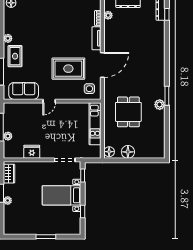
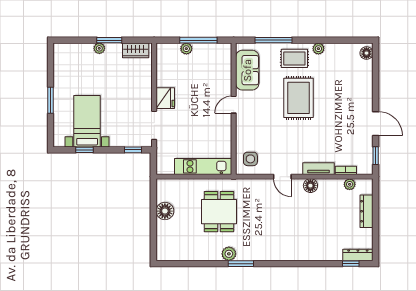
door: (102, 65) -> (282, 177), width x0.53
rug: (68, 69) -> (298, 98), moved
door: (49, 101) -> (234, 105), hinge flipped
dining table: (128, 112) -> (219, 212), turned 90
fridge: (32, 152) -> (165, 98), moved
floor lamp: (109, 152) -> (310, 186), moved
bed with nightstands: (61, 195) -> (87, 121), moved

